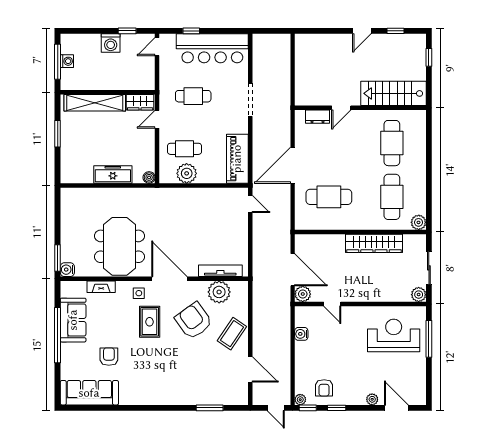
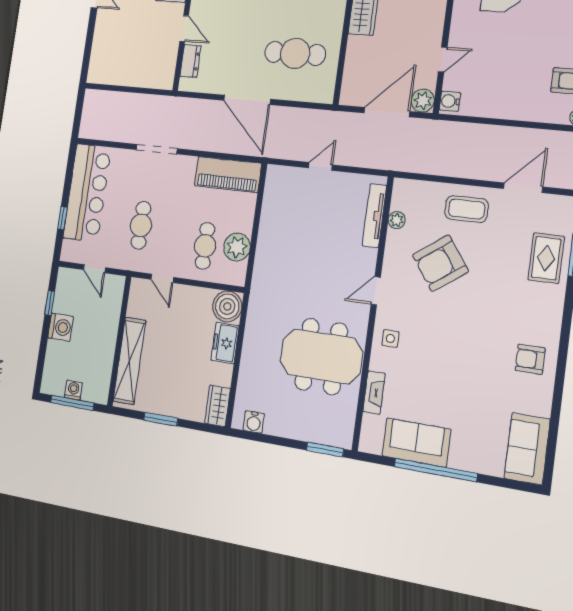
door: (157, 47) -> (94, 269), moved
wardrobe: (140, 102) -> (217, 406), moved, turned 180
freezer: (113, 175) -> (225, 343), width x0.71
boiler: (149, 177) -> (227, 306), width x1.86, depth x1.86
cafe table: (329, 197) -> (295, 53), turned 90
door: (250, 204) -> (320, 166), moved
water cooler: (67, 270) -> (254, 422), moved
door: (169, 279) -> (376, 291), width x0.53
plant: (219, 292) -> (397, 220), width x0.53, depth x0.53
rug: (150, 322) -> (546, 258), moved, turned 90
coffee table: (232, 334) -> (467, 209), turned -34
water cooler: (301, 334) -> (450, 101), moved, turned 90
armchair: (109, 357) -> (530, 359), moved
sofa: (89, 393) -> (527, 449), width x0.73

